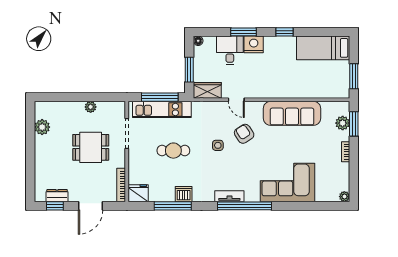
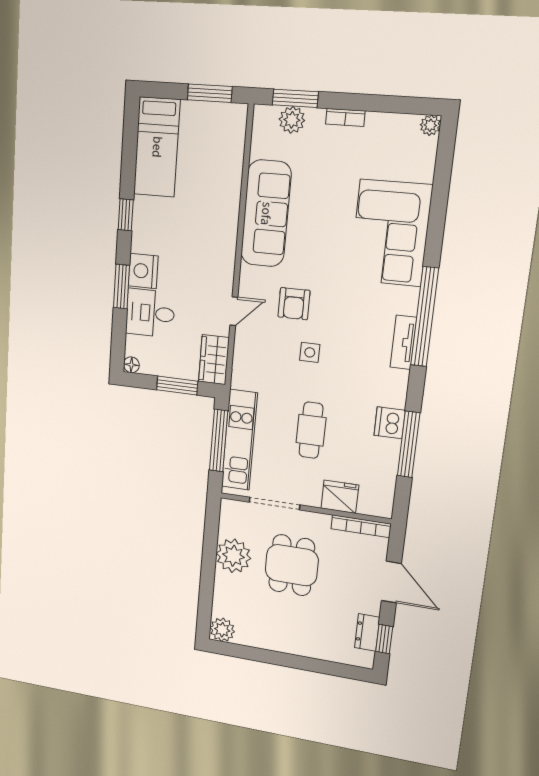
plant: (91, 107) -> (233, 556), width x1.88, depth x1.88
plant: (42, 127) -> (222, 630), moved
armchair: (244, 134) -> (294, 304), turned -57
fridge: (138, 193) -> (340, 497), moved, turned 90

